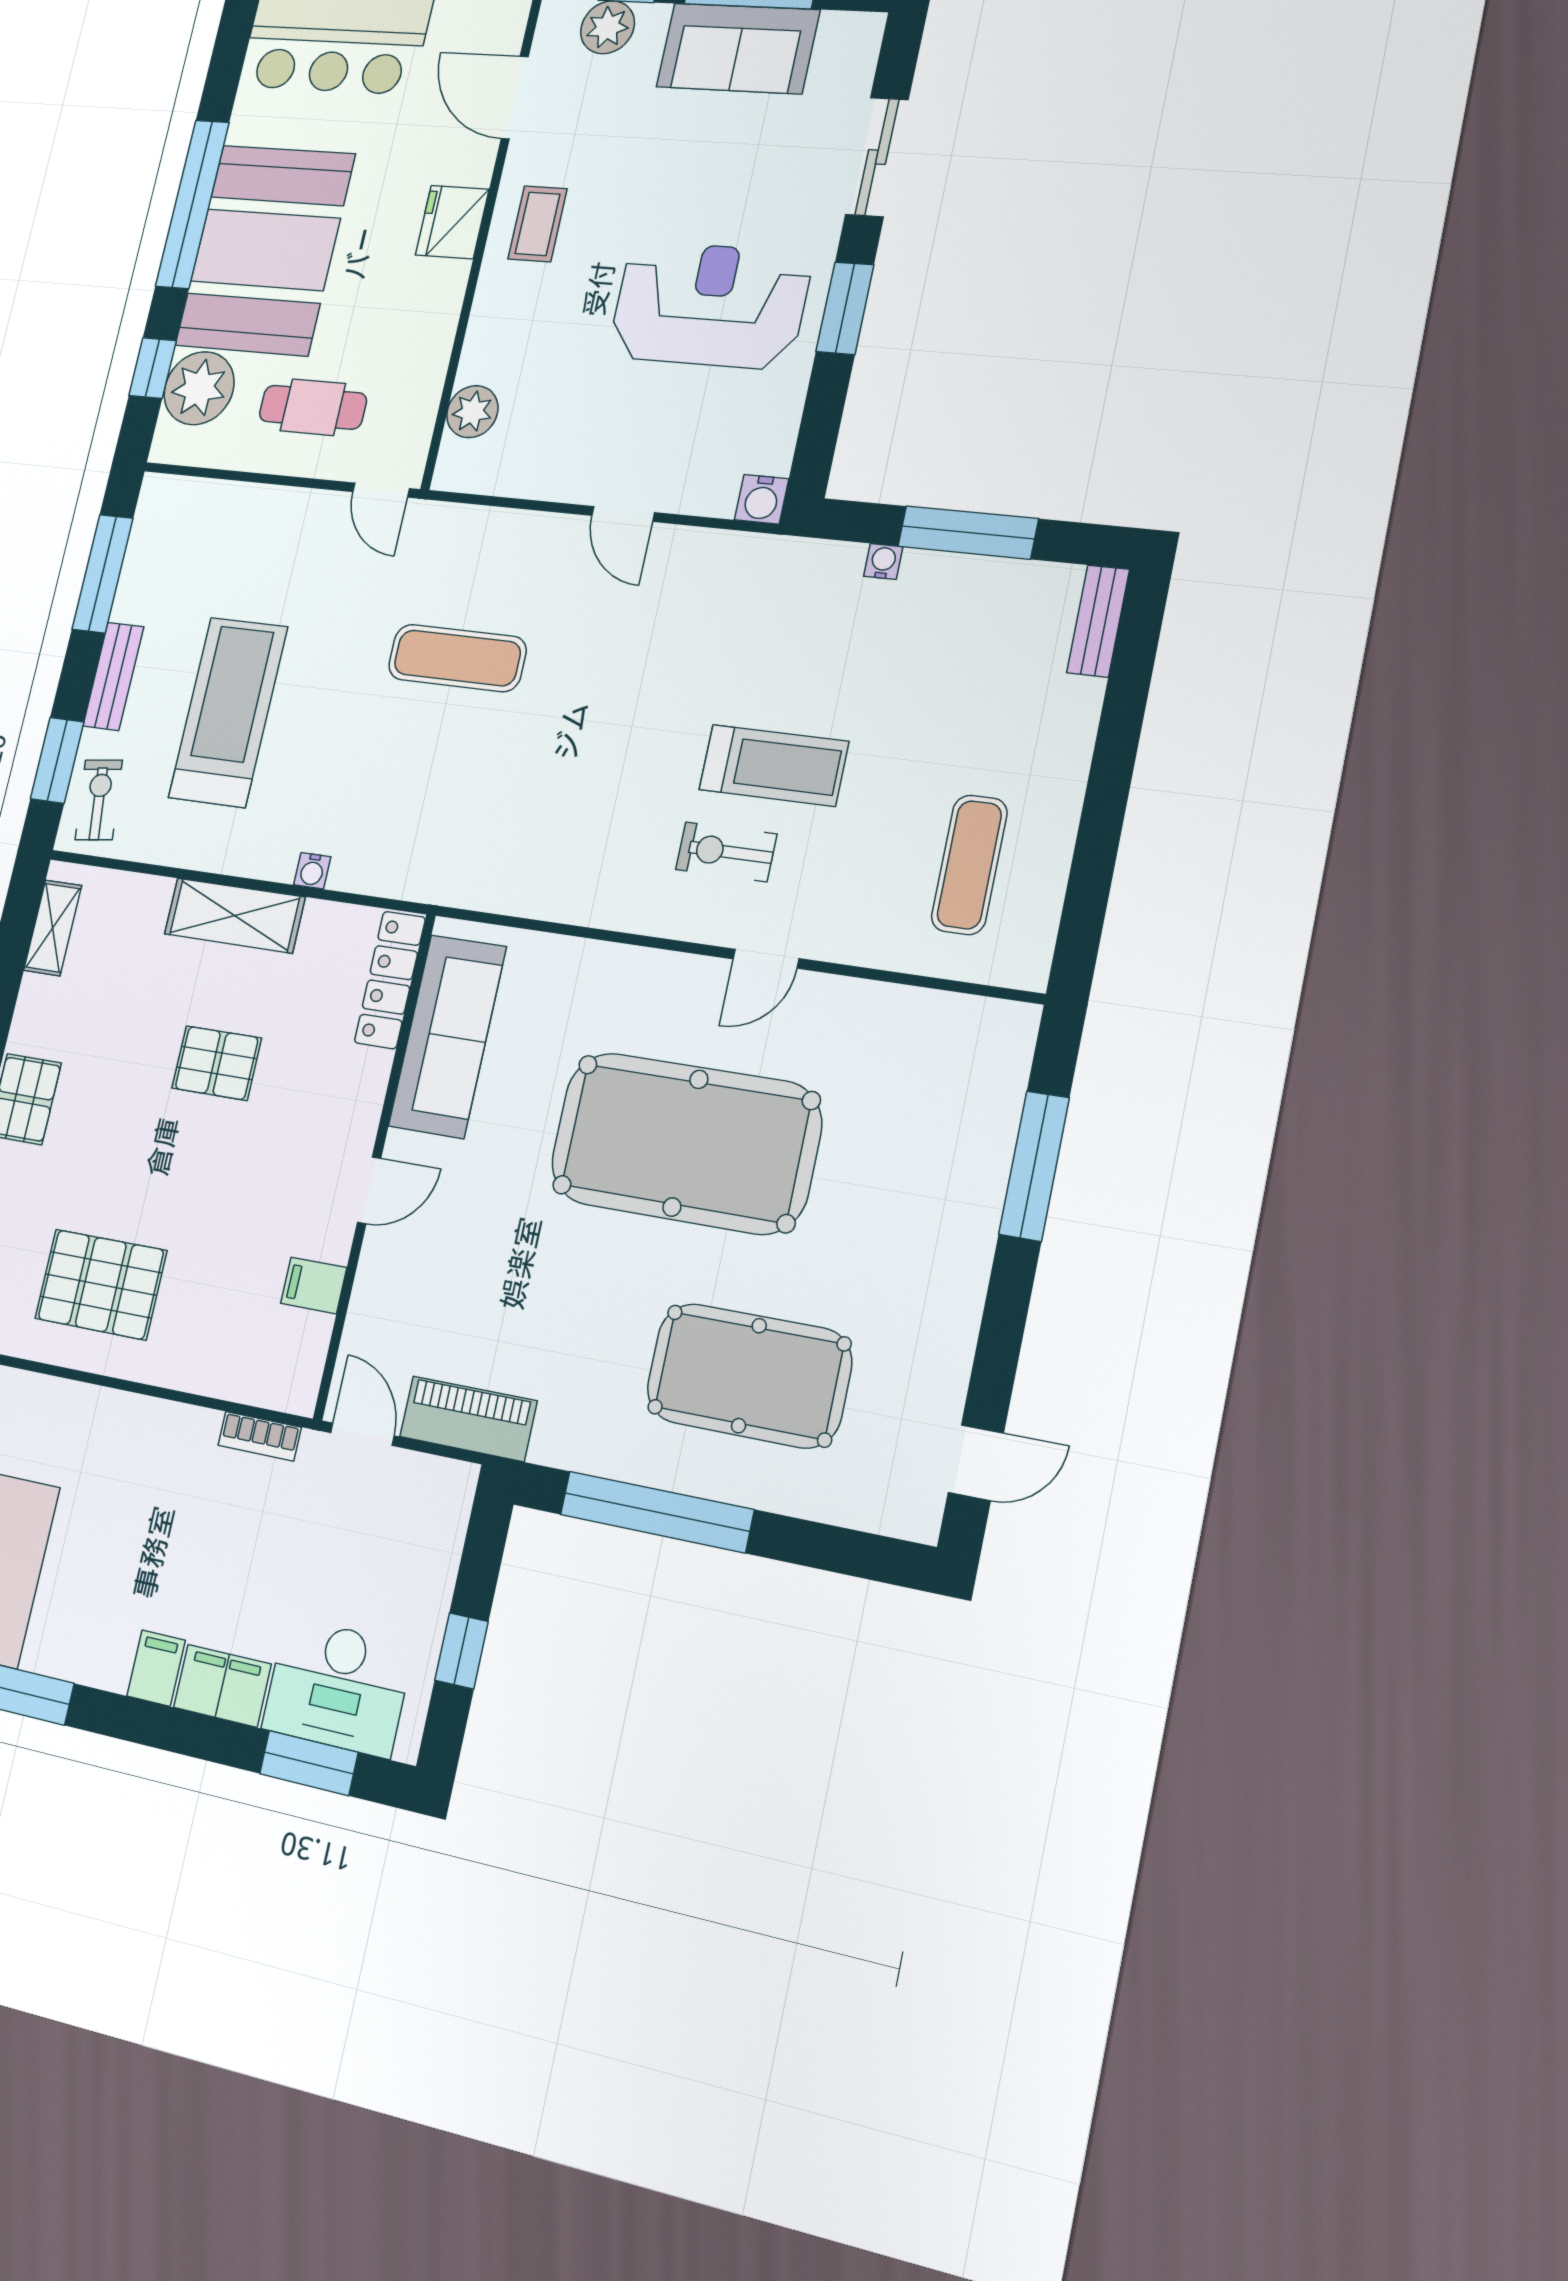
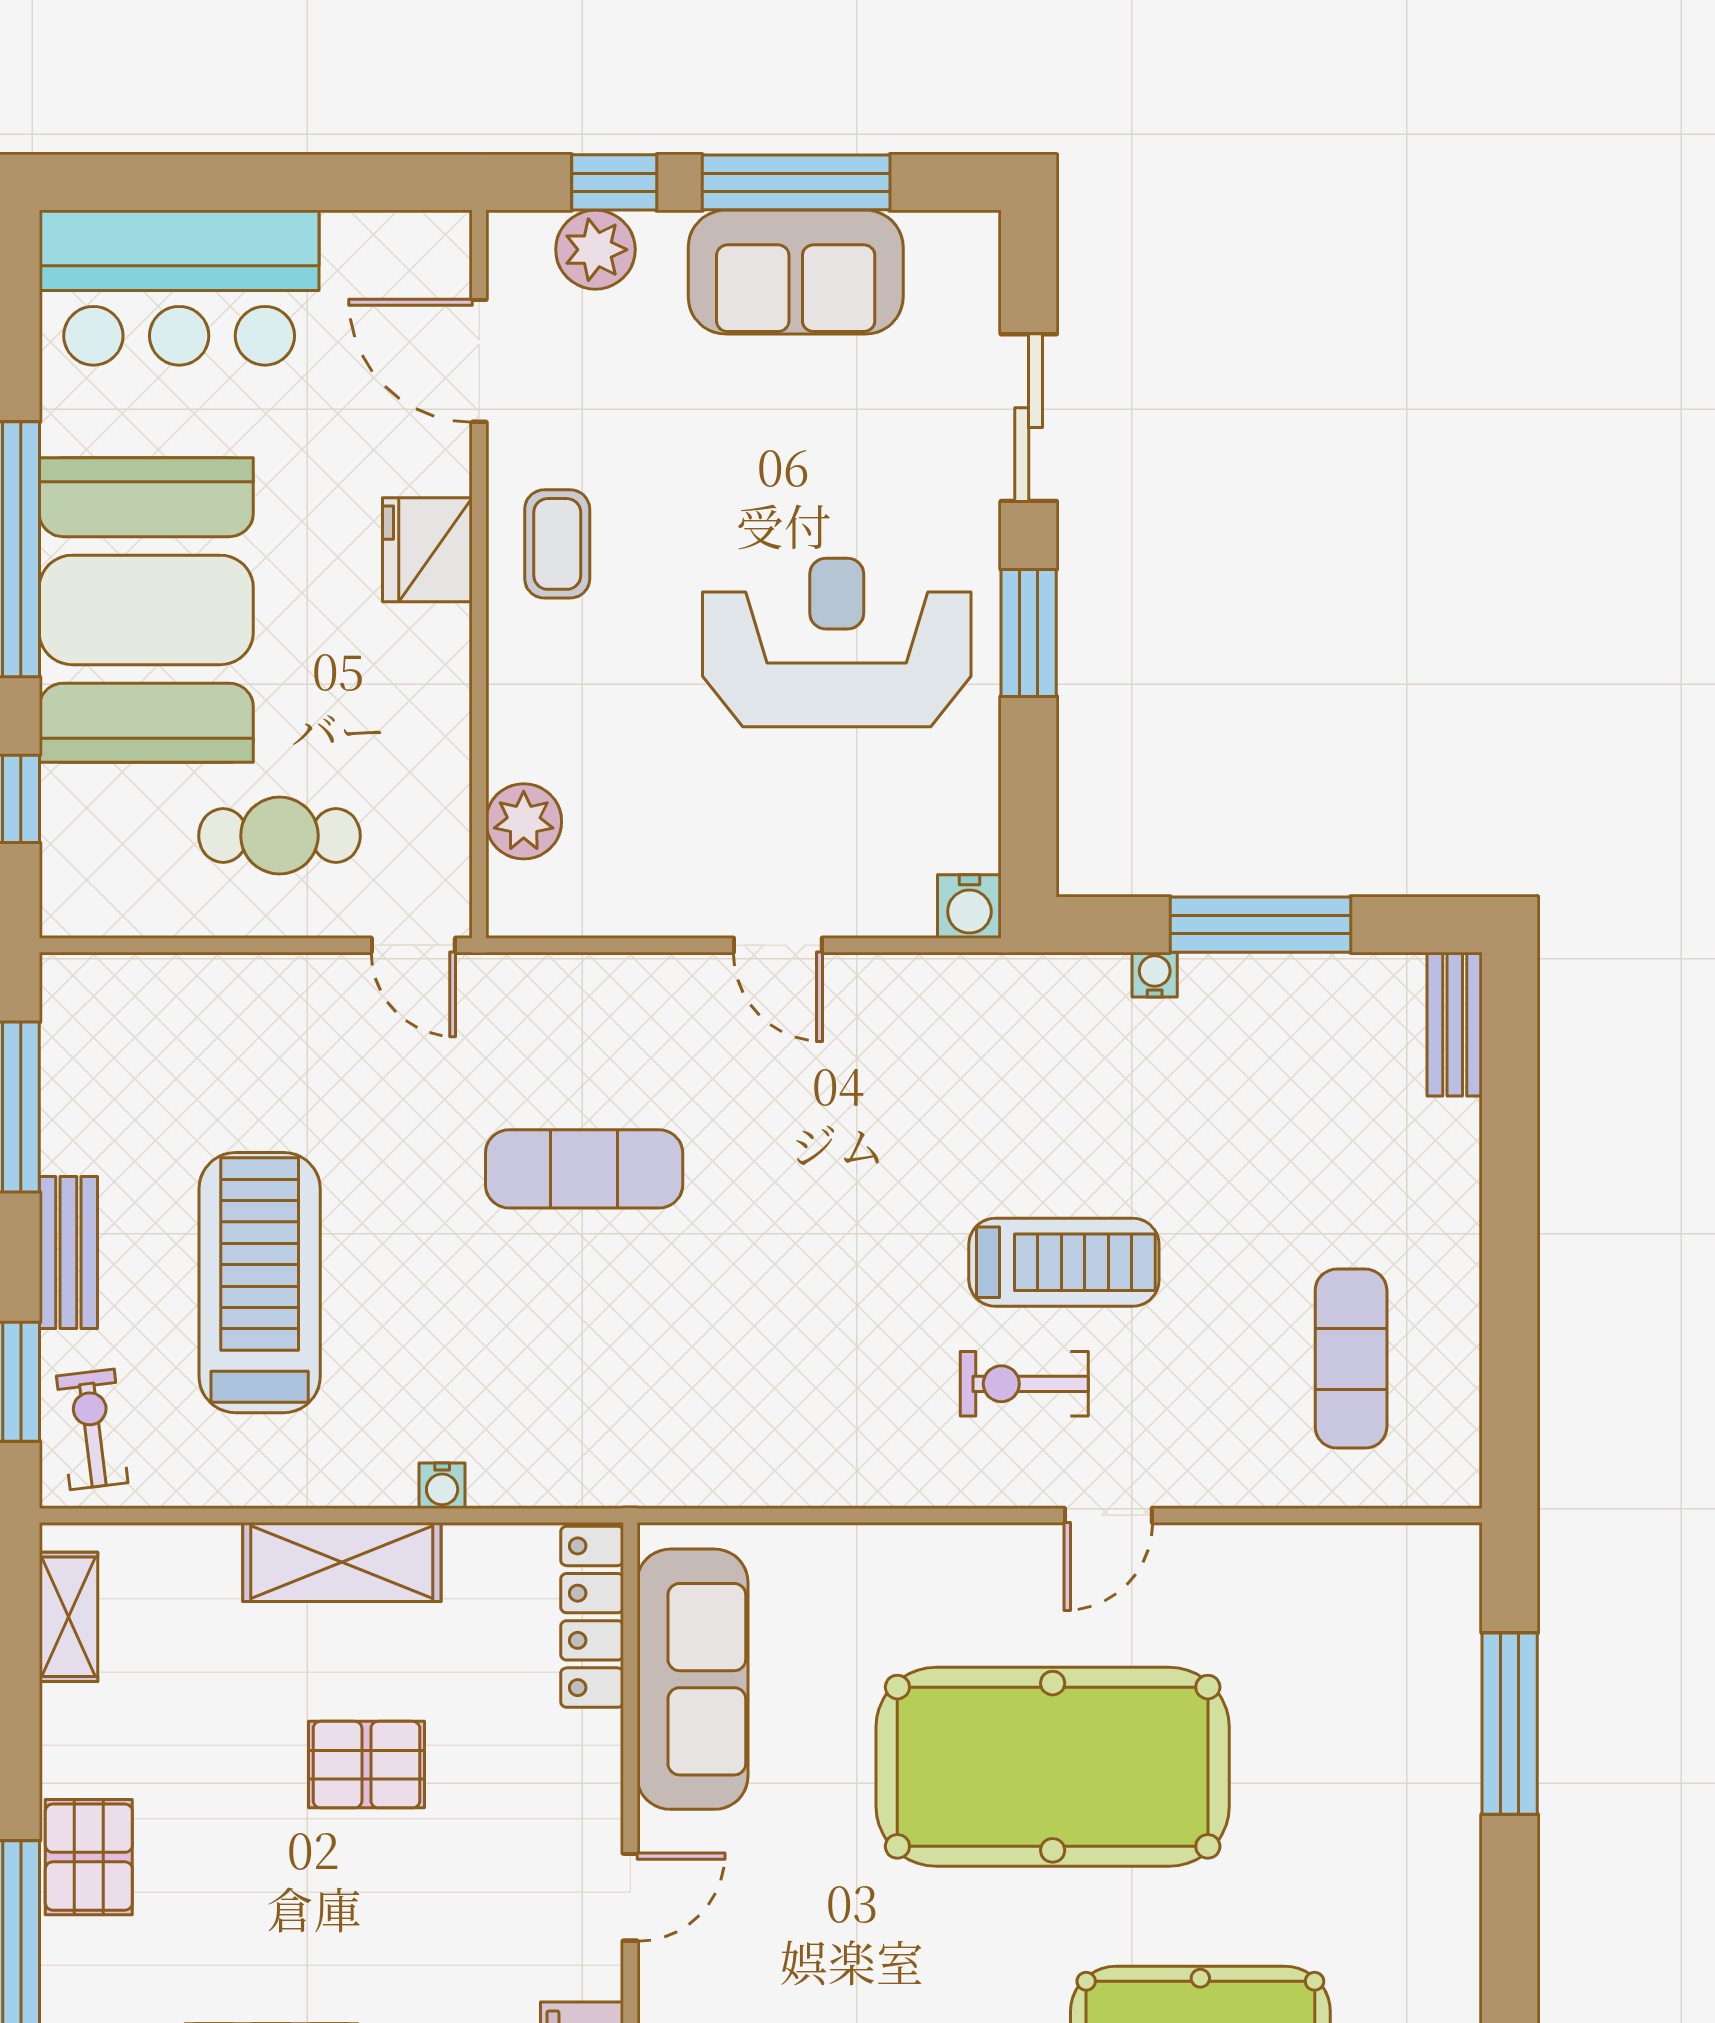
plant: (199, 388) -> (94, 823), removed

